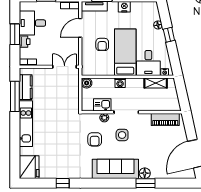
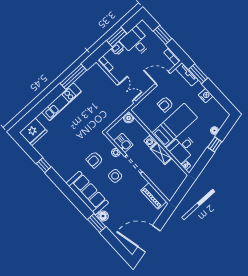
shelving: (156, 83) -> (161, 153), moved
kitchen counter: (26, 87) -> (87, 78), removed

